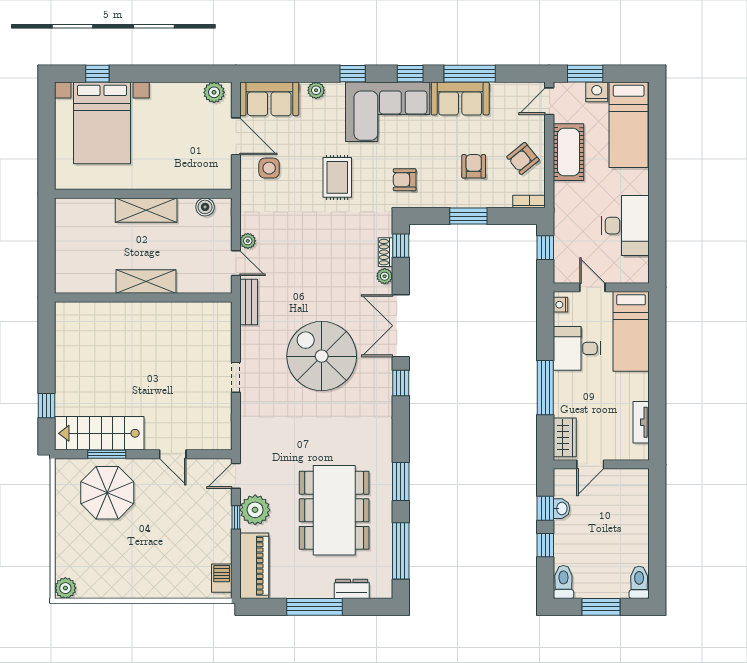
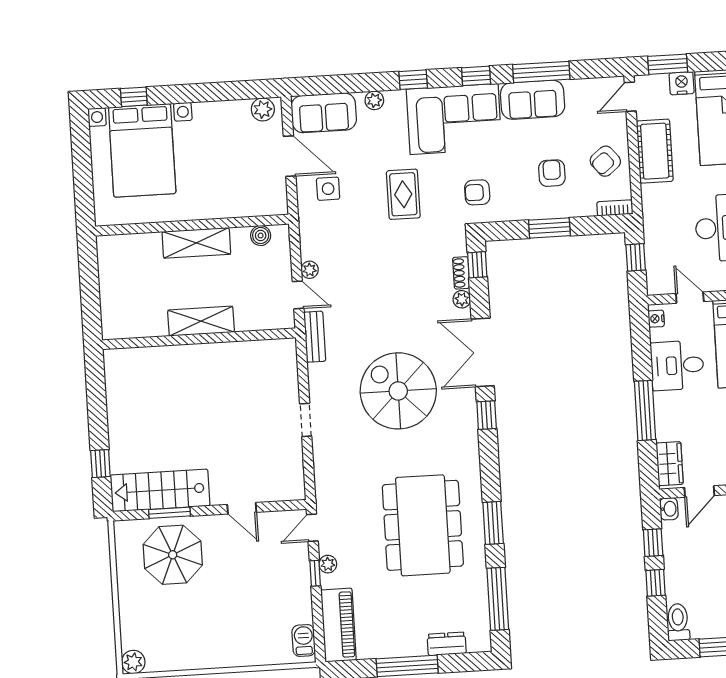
washbasin: (561, 509) -> (669, 509), moved
plant: (255, 510) -> (328, 564), width x0.53, depth x0.53
dining table: (334, 510) -> (423, 525), moved

